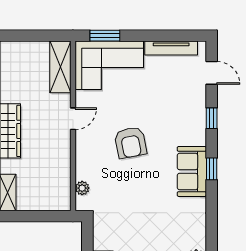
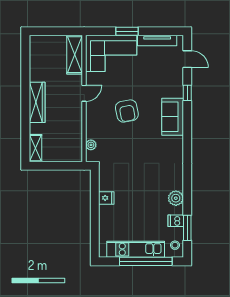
window: (105, 36) -> (127, 31), moved
window: (212, 169) -> (187, 130), removed
sofa: (192, 171) -> (173, 117), moved

